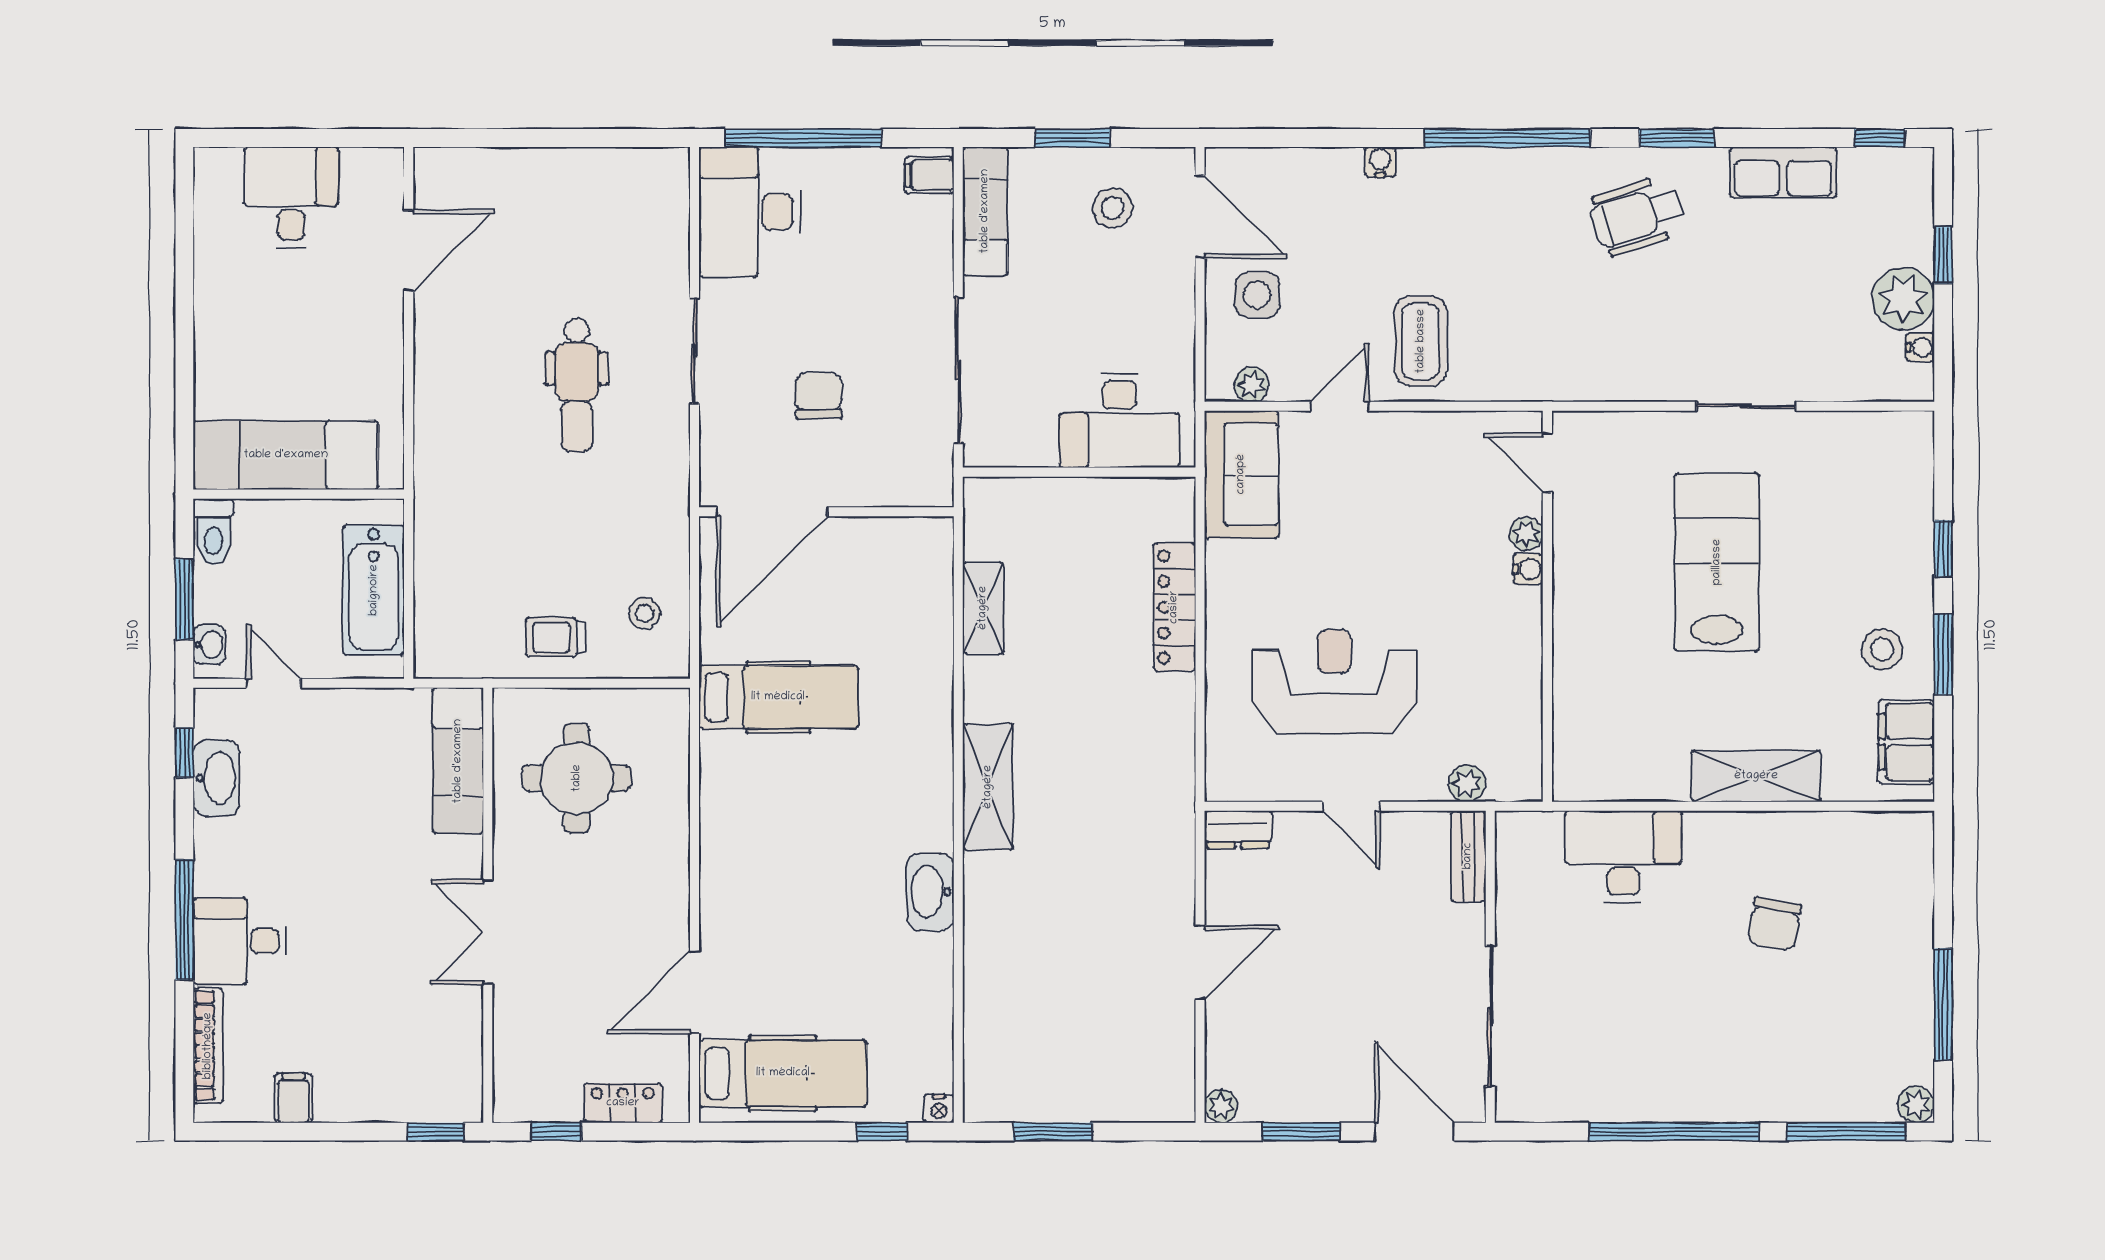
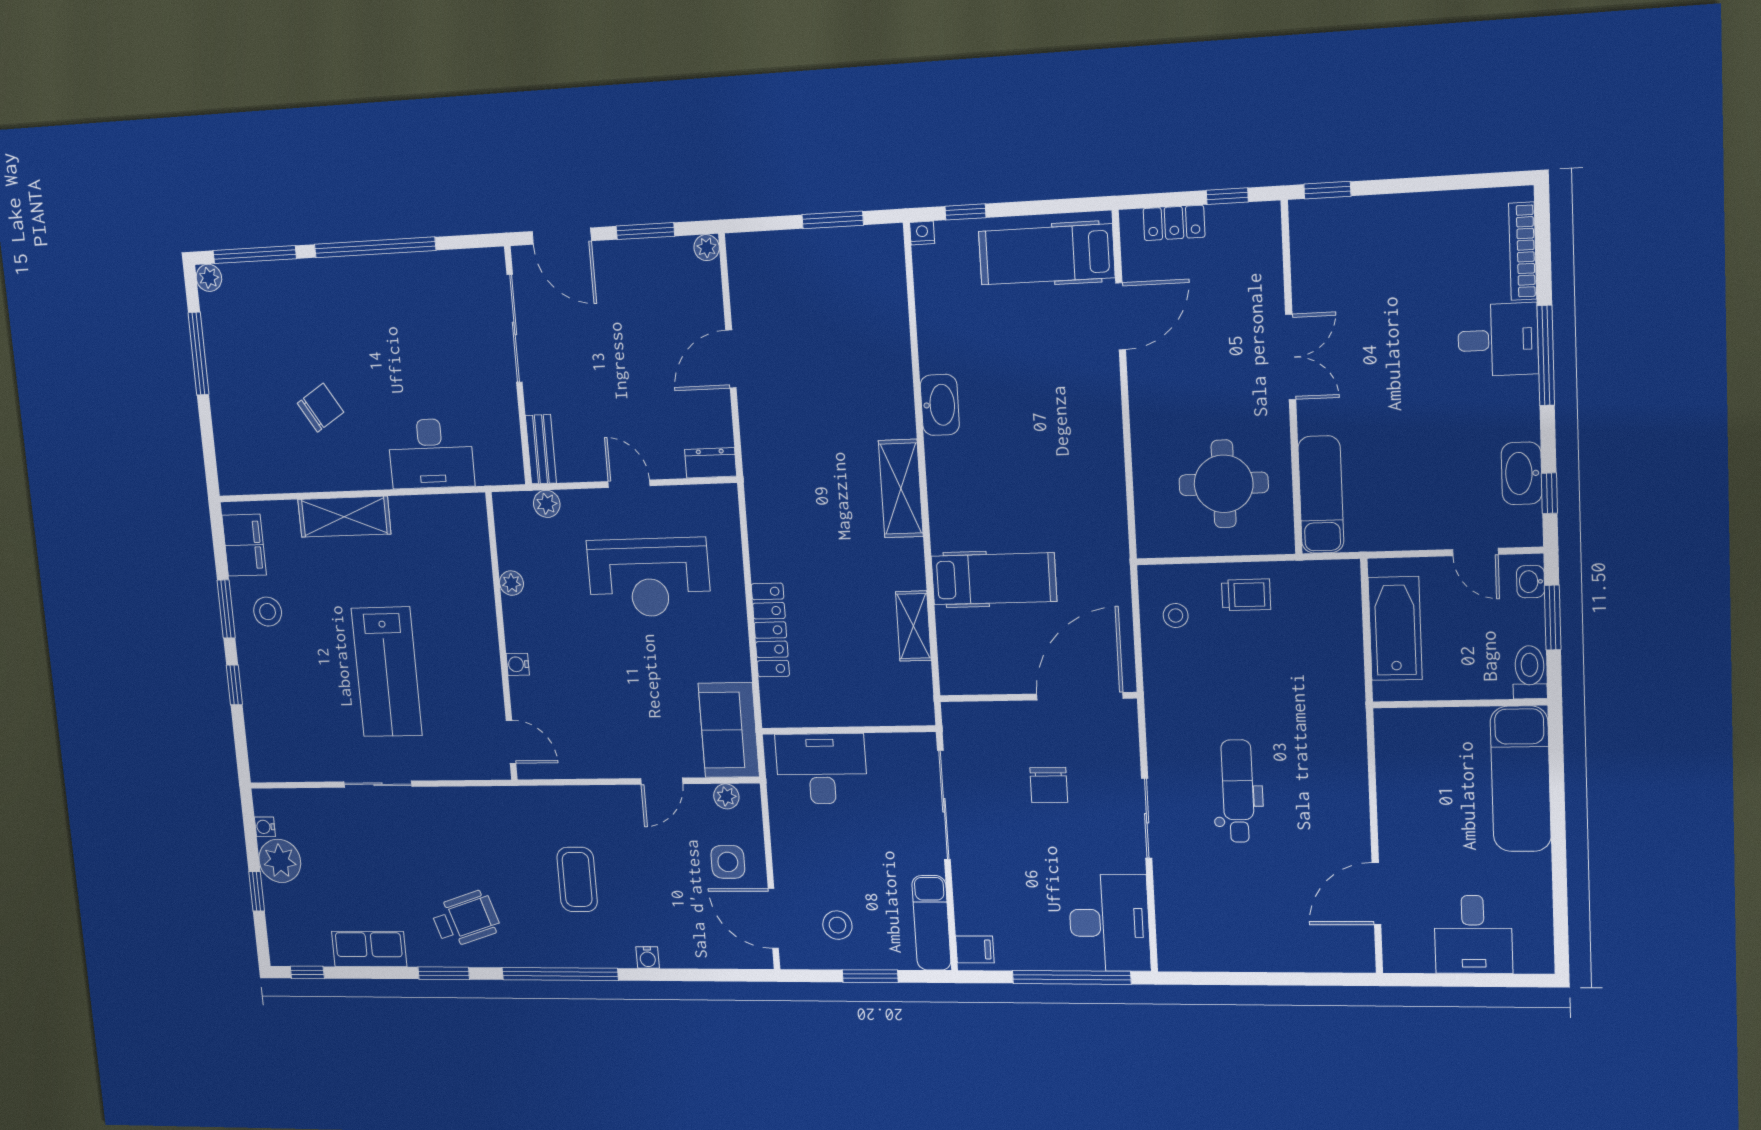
coffee table: (1421, 341) -> (577, 879), moved
exam couch: (286, 455) -> (1521, 779), moved, turned 90
plant: (1526, 534) -> (511, 583), moved
hospital bed: (778, 697) -> (994, 579), moved, turned 180
chair: (1774, 924) -> (320, 408), turned 48
filing cabinet: (294, 1098) -> (1448, 211), removed

